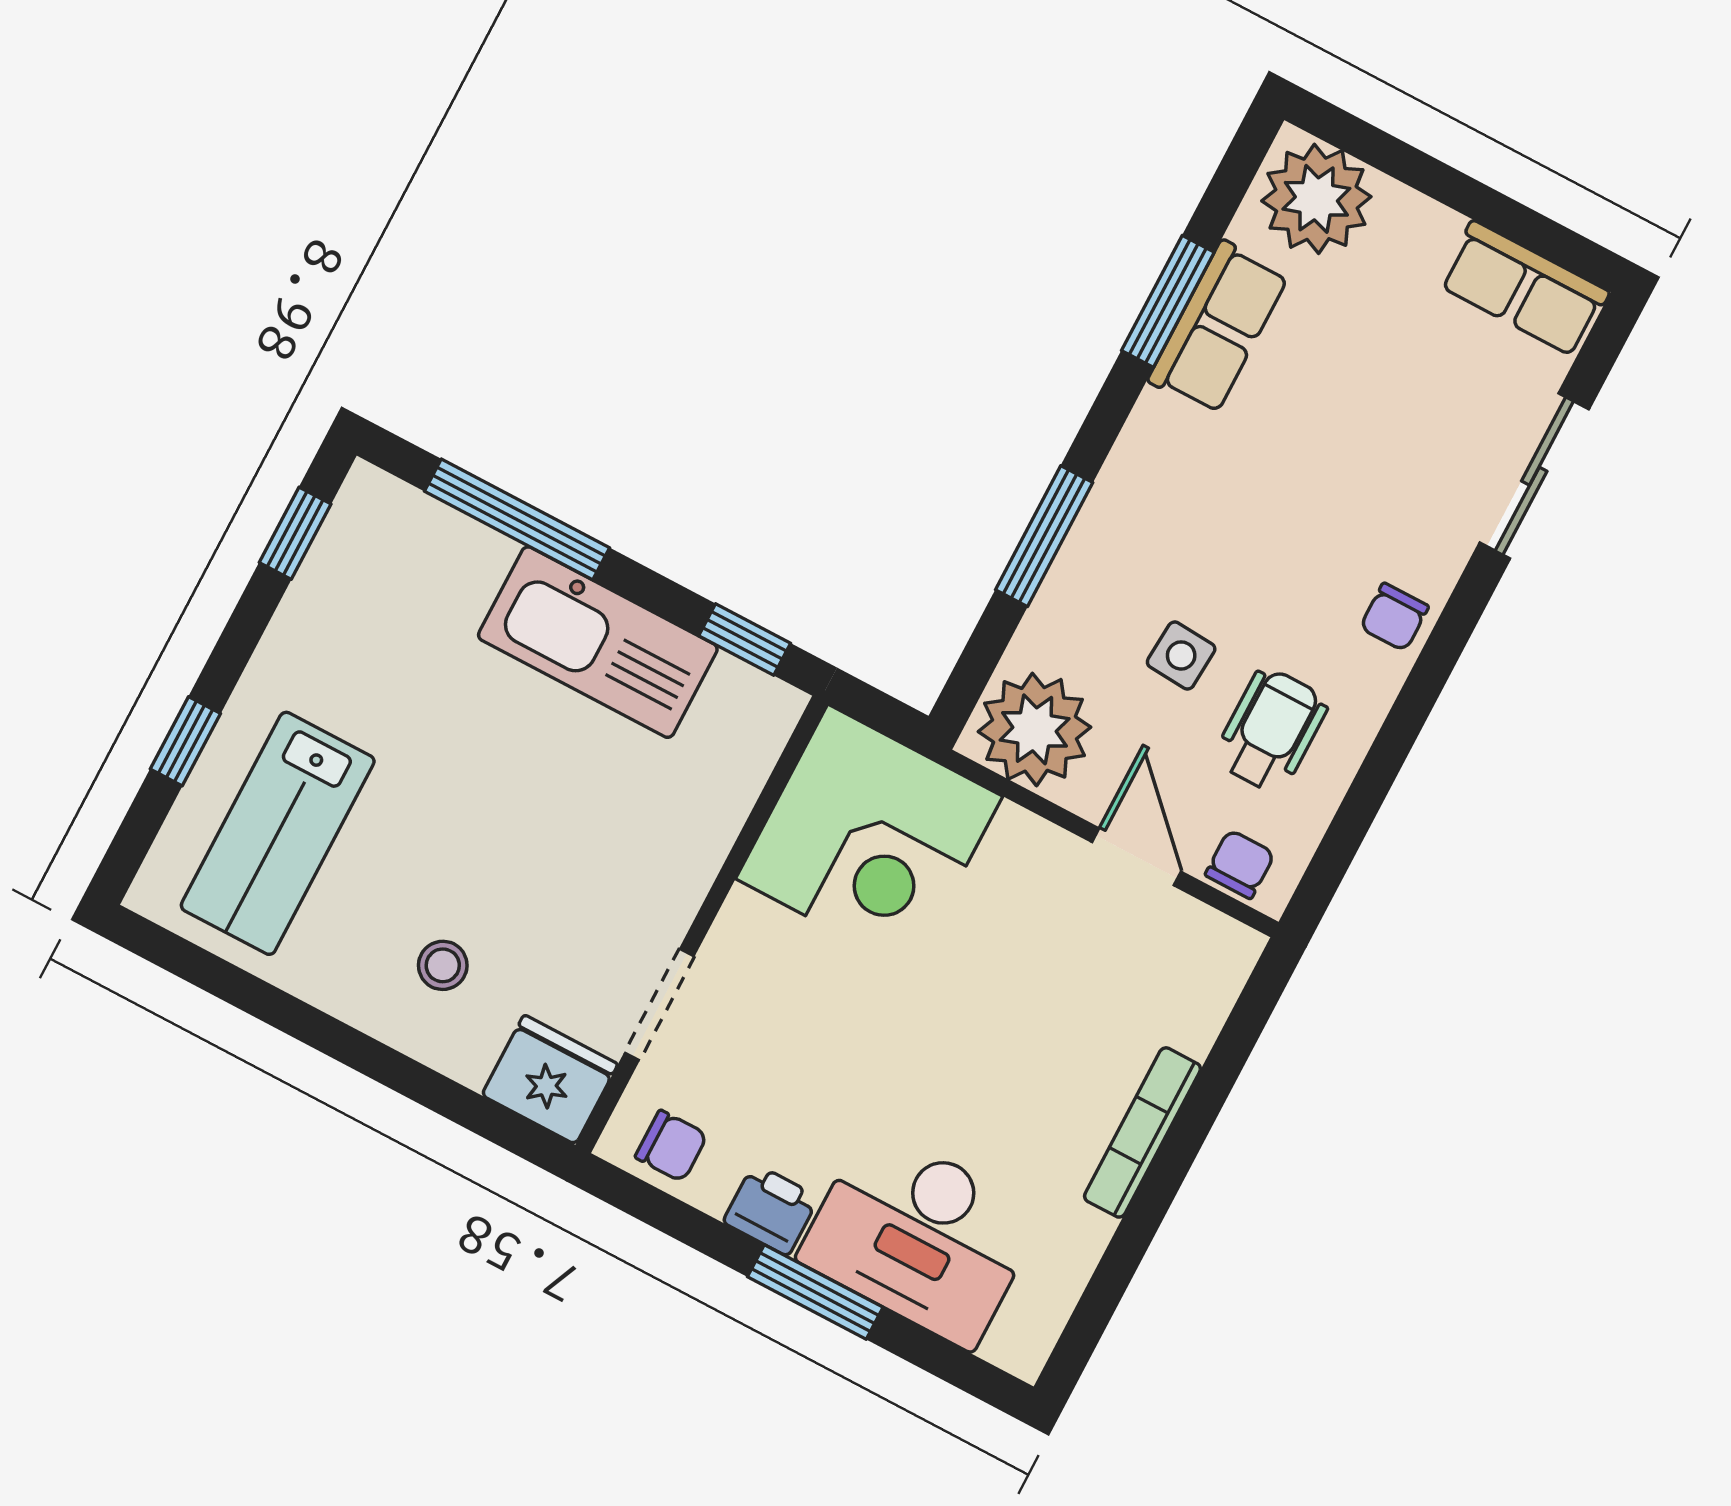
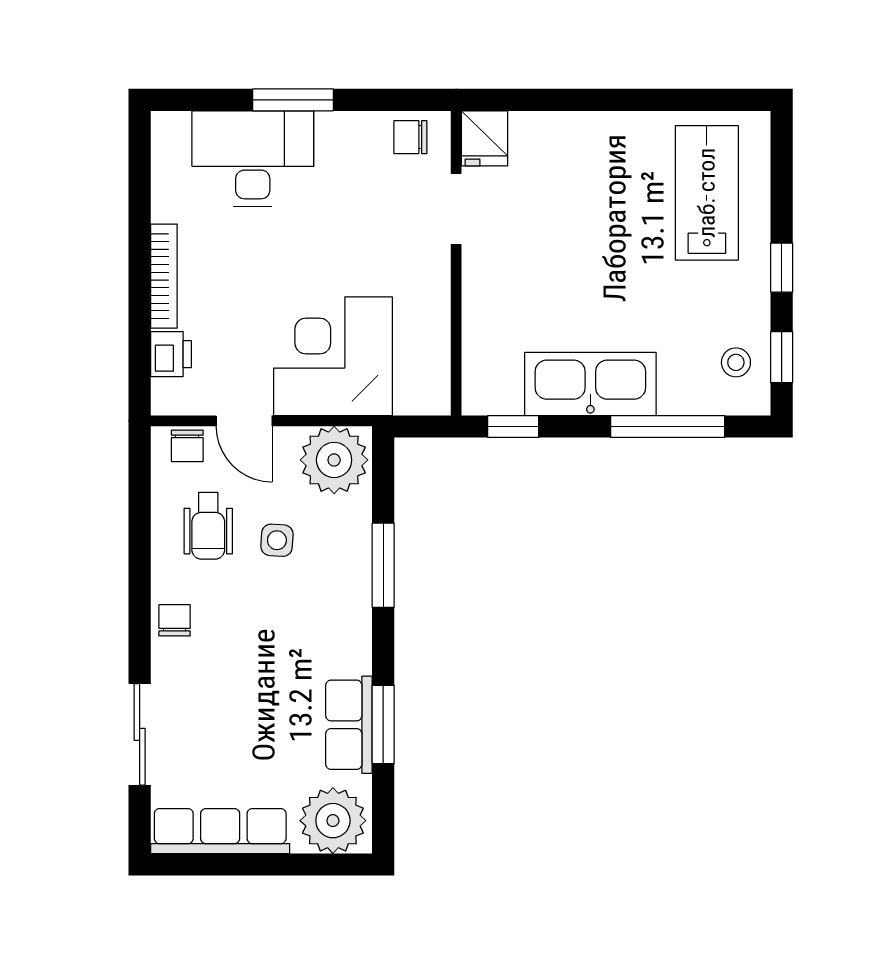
row of seats: (1524, 289) -> (220, 831), width x1.48
window: (185, 741) -> (782, 268), moved
corner desk: (869, 838) -> (333, 356), moved
stool: (443, 965) -> (736, 362), moved
fridge: (550, 1080) -> (485, 138), width x0.72
printer: (771, 1210) -> (171, 354), moved, turned -90

